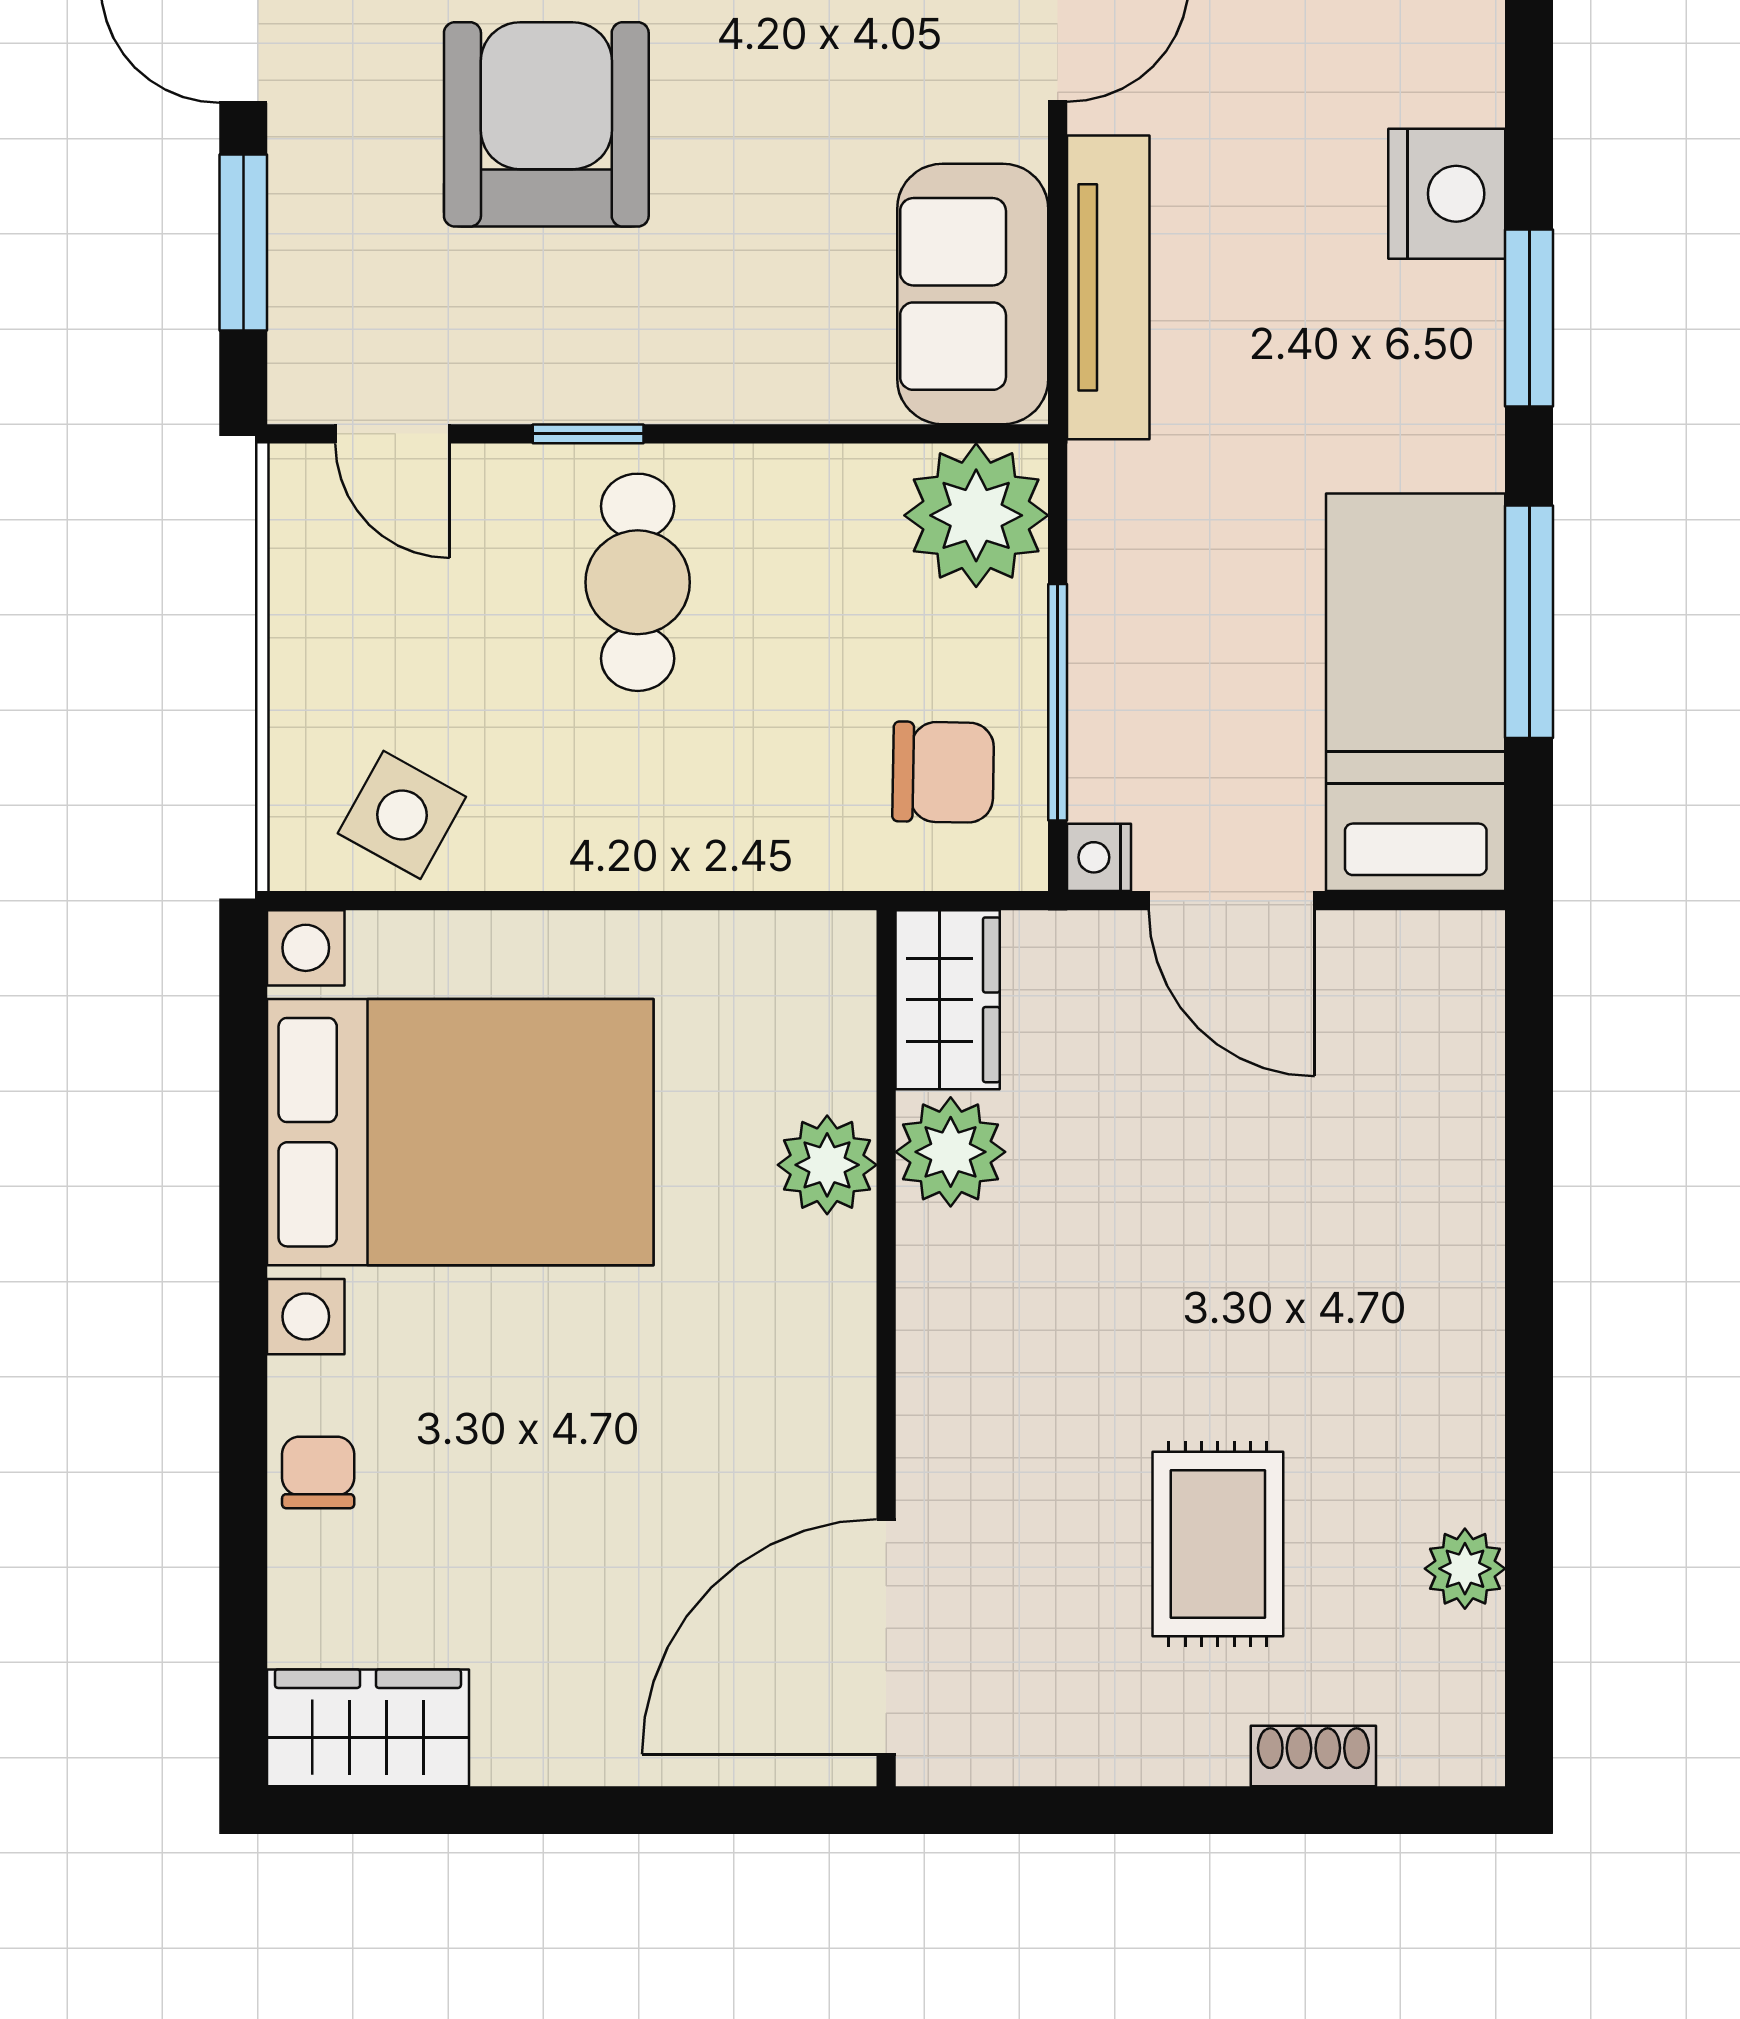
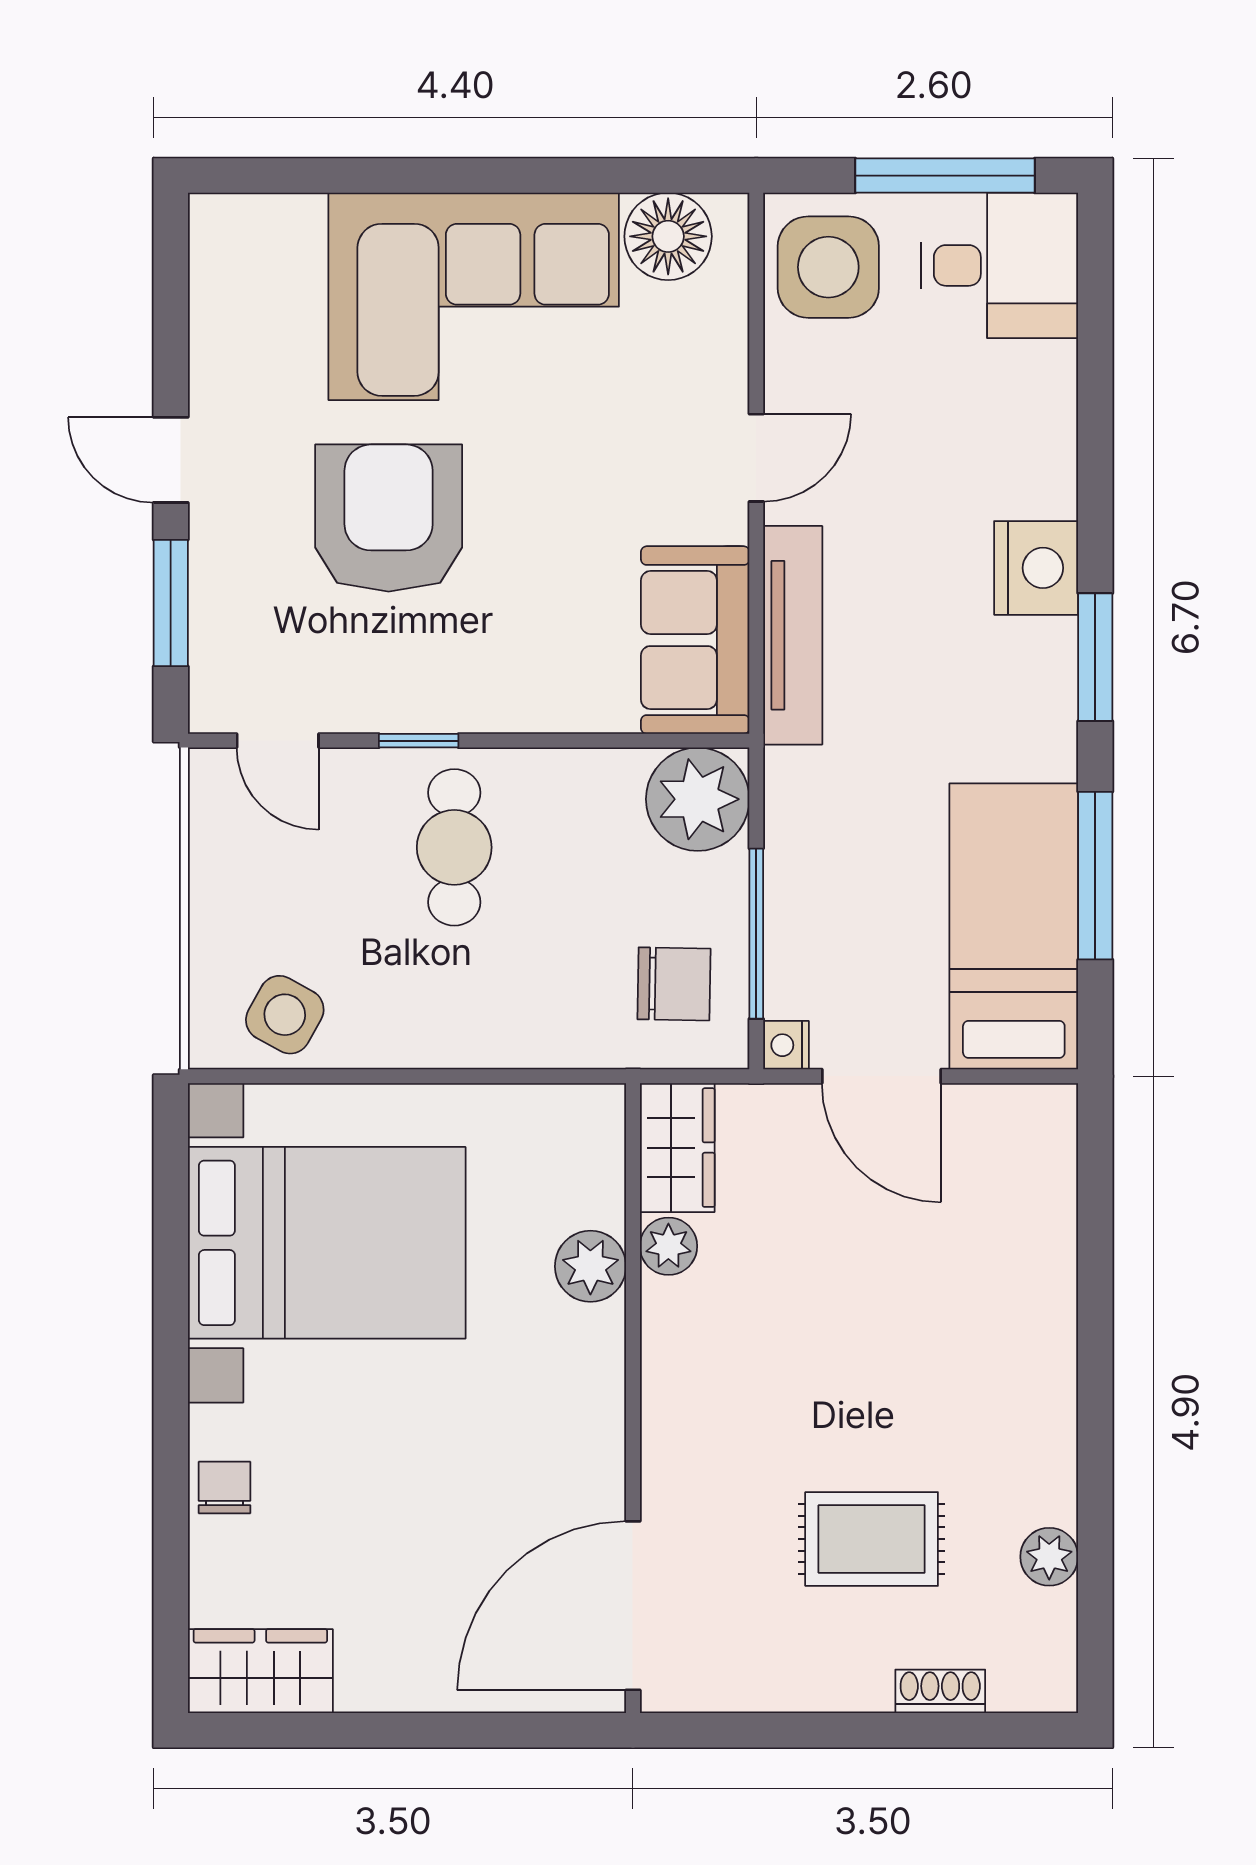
plant: (951, 1152) -> (668, 1246), width x0.73, depth x0.73
rug: (1218, 1544) -> (872, 1539), turned 90

